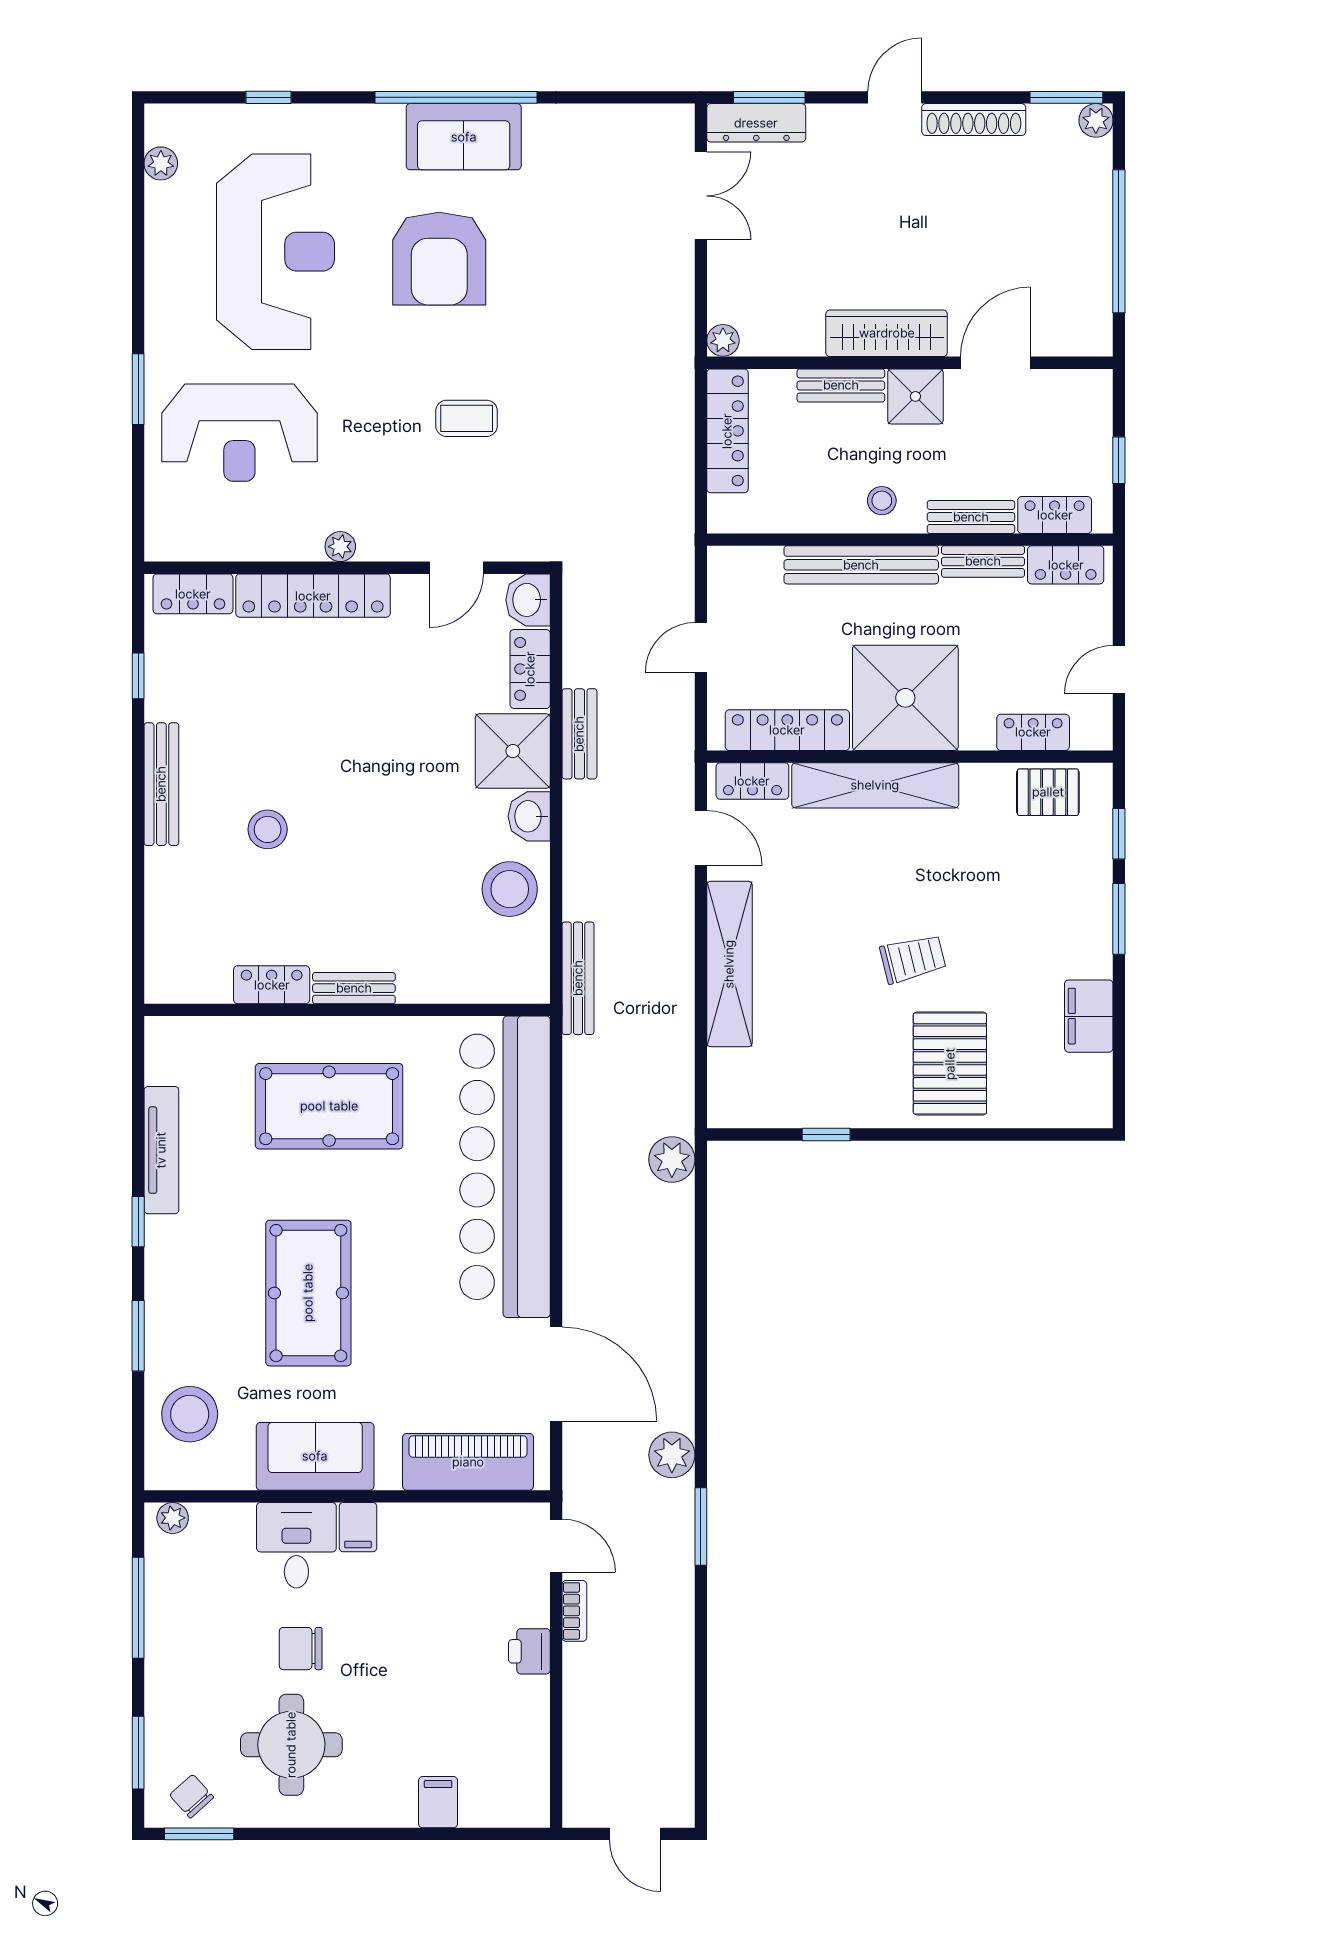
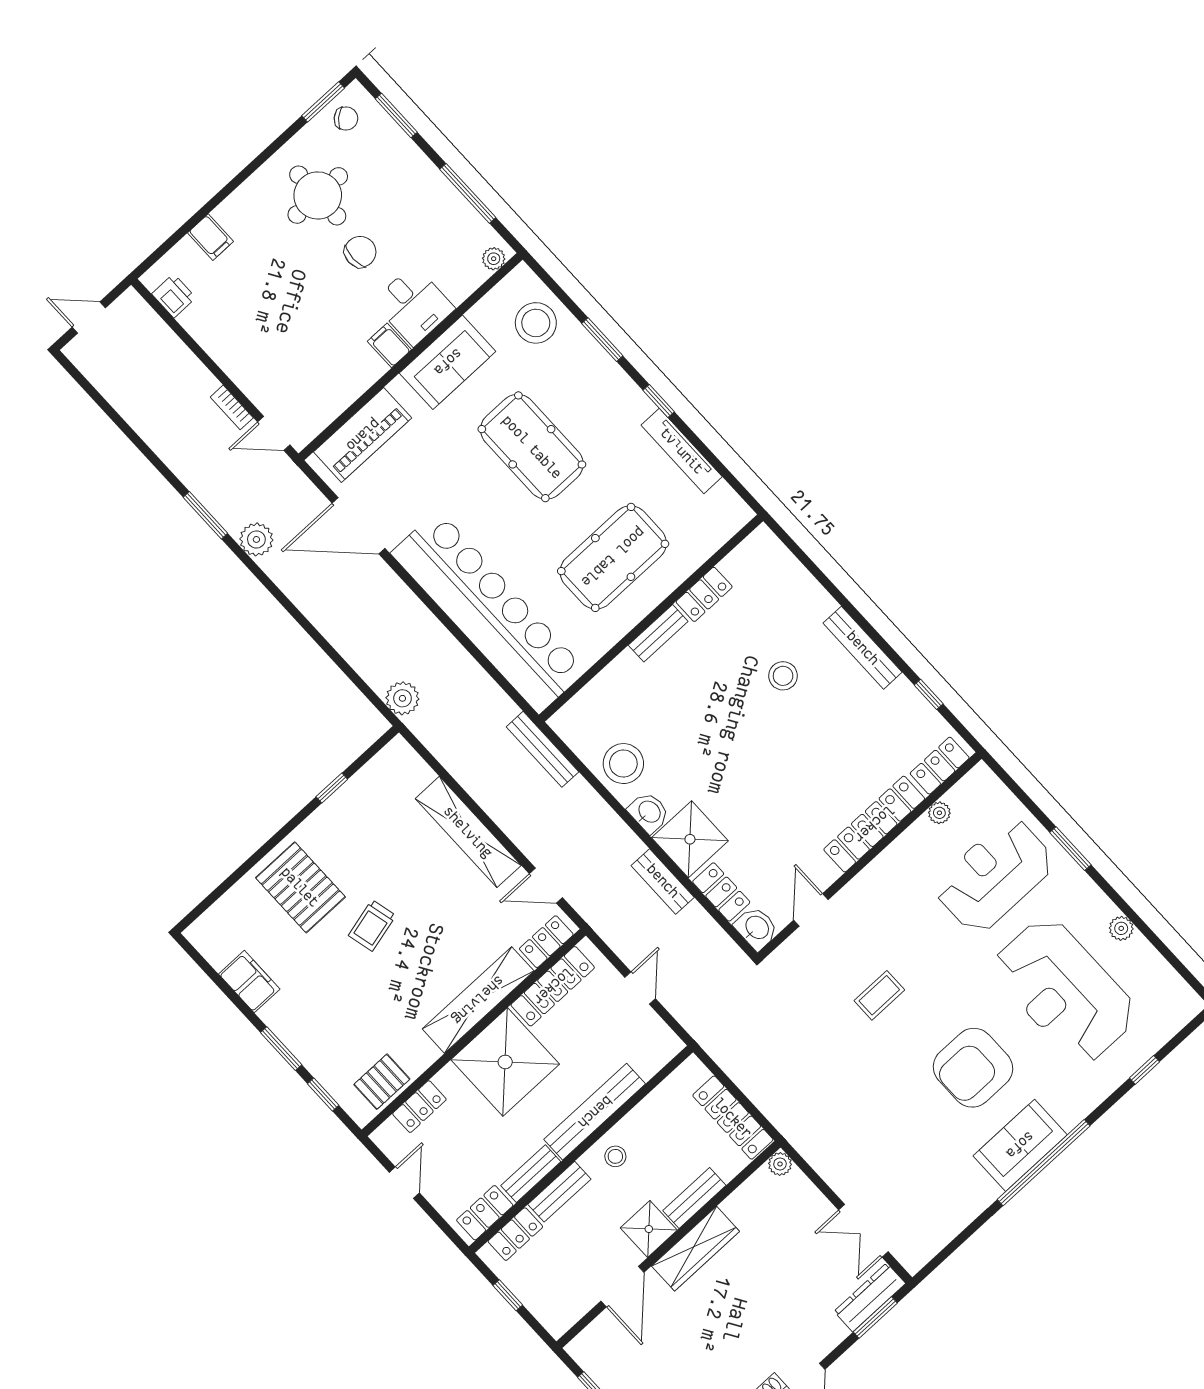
plant: (161, 163) -> (1121, 928), moved
armchair: (439, 259) -> (973, 1068), turned -90
plant: (340, 547) -> (939, 813), moved
printer: (529, 1651) -> (174, 296), moved

